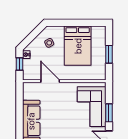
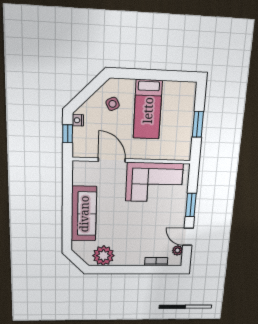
bed: (78, 46) -> (148, 110), width x0.67
corner sofa: (92, 107) -> (154, 182), moved, turned -90

